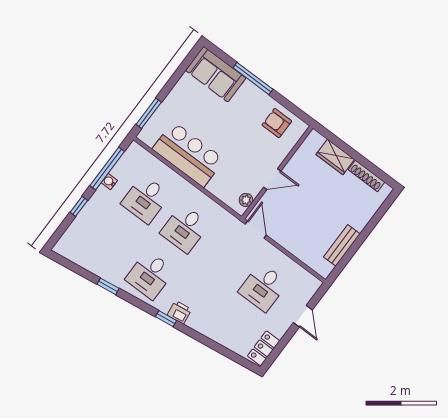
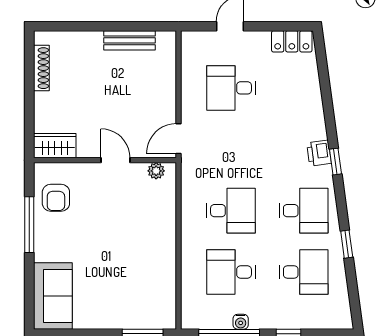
window: (253, 78) -> (29, 225), moved
bar counter: (188, 154) -> (154, 263), removed
wardrobe: (335, 157) -> (55, 146), moved, turned -90
desk: (146, 199) -> (231, 272), turned 180
desk: (111, 246) -> (304, 272), added
desk: (263, 287) -> (231, 88), turned 180

